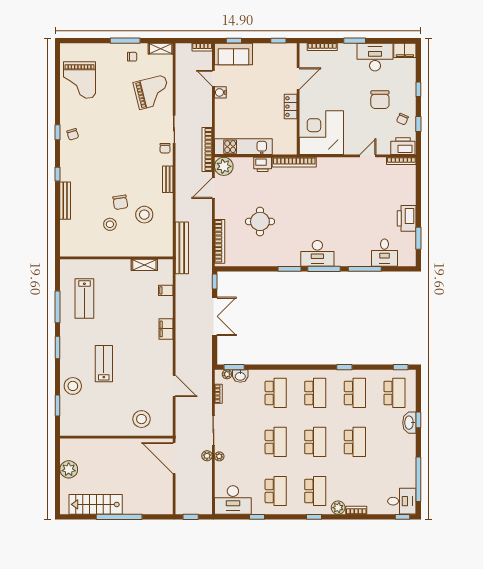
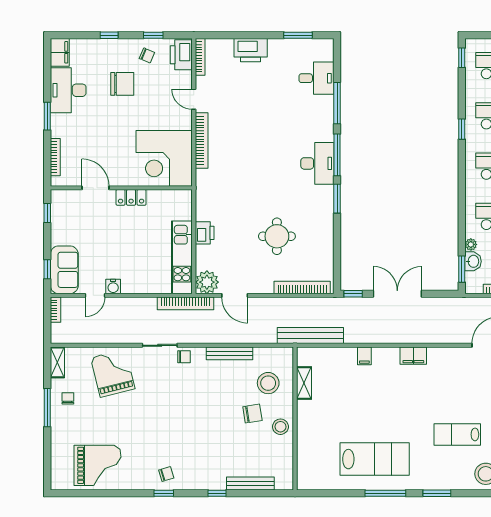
bookcase: (294, 162) -> (202, 140), moved
bench: (168, 179) -> (230, 353), width x1.36
printer: (407, 218) -> (251, 50), moved
wall: (116, 258) -> (295, 418), moved
shelving: (144, 265) -> (304, 383), moved
lab bench: (84, 298) -> (375, 459), width x1.36, depth x1.39
plant: (227, 374) -> (471, 244), moved

